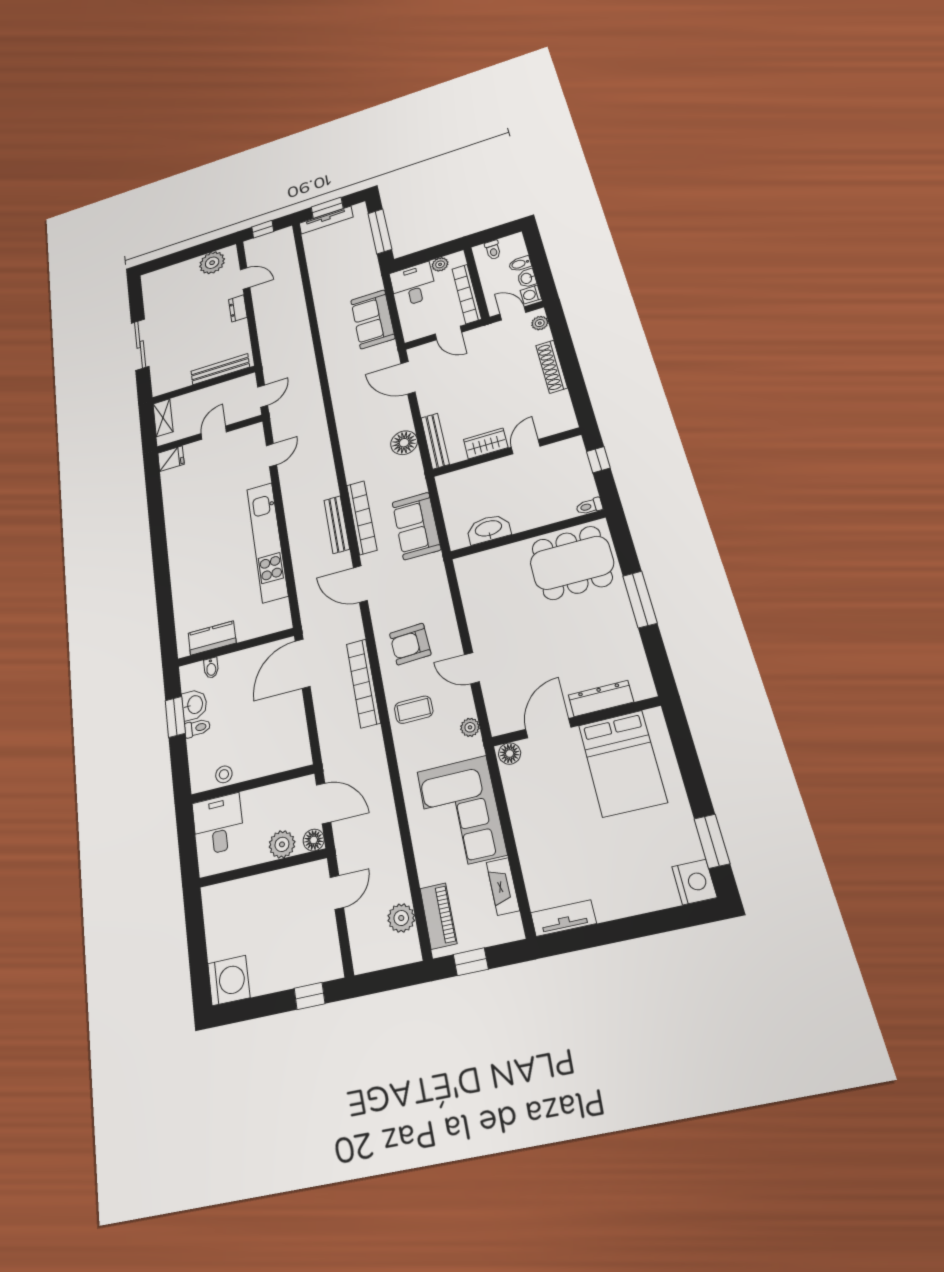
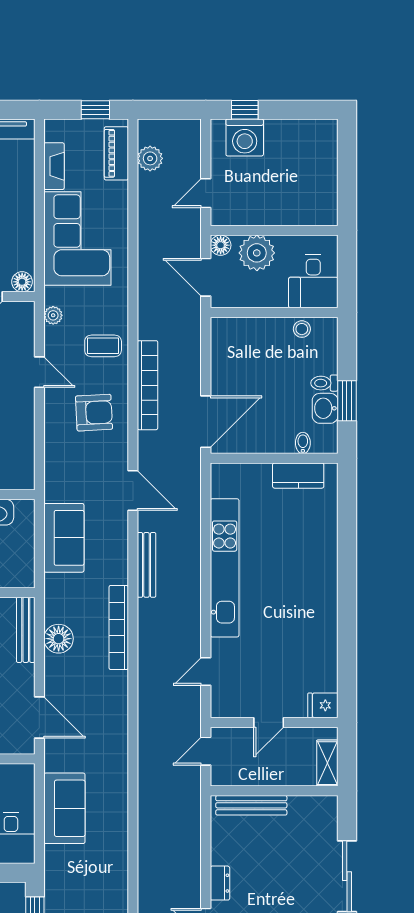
bookcase: (362, 517) -> (119, 627), moved
plant: (282, 844) -> (257, 253), width x1.36, depth x1.36
washing machine: (229, 980) -> (245, 137), moved, turned -90

